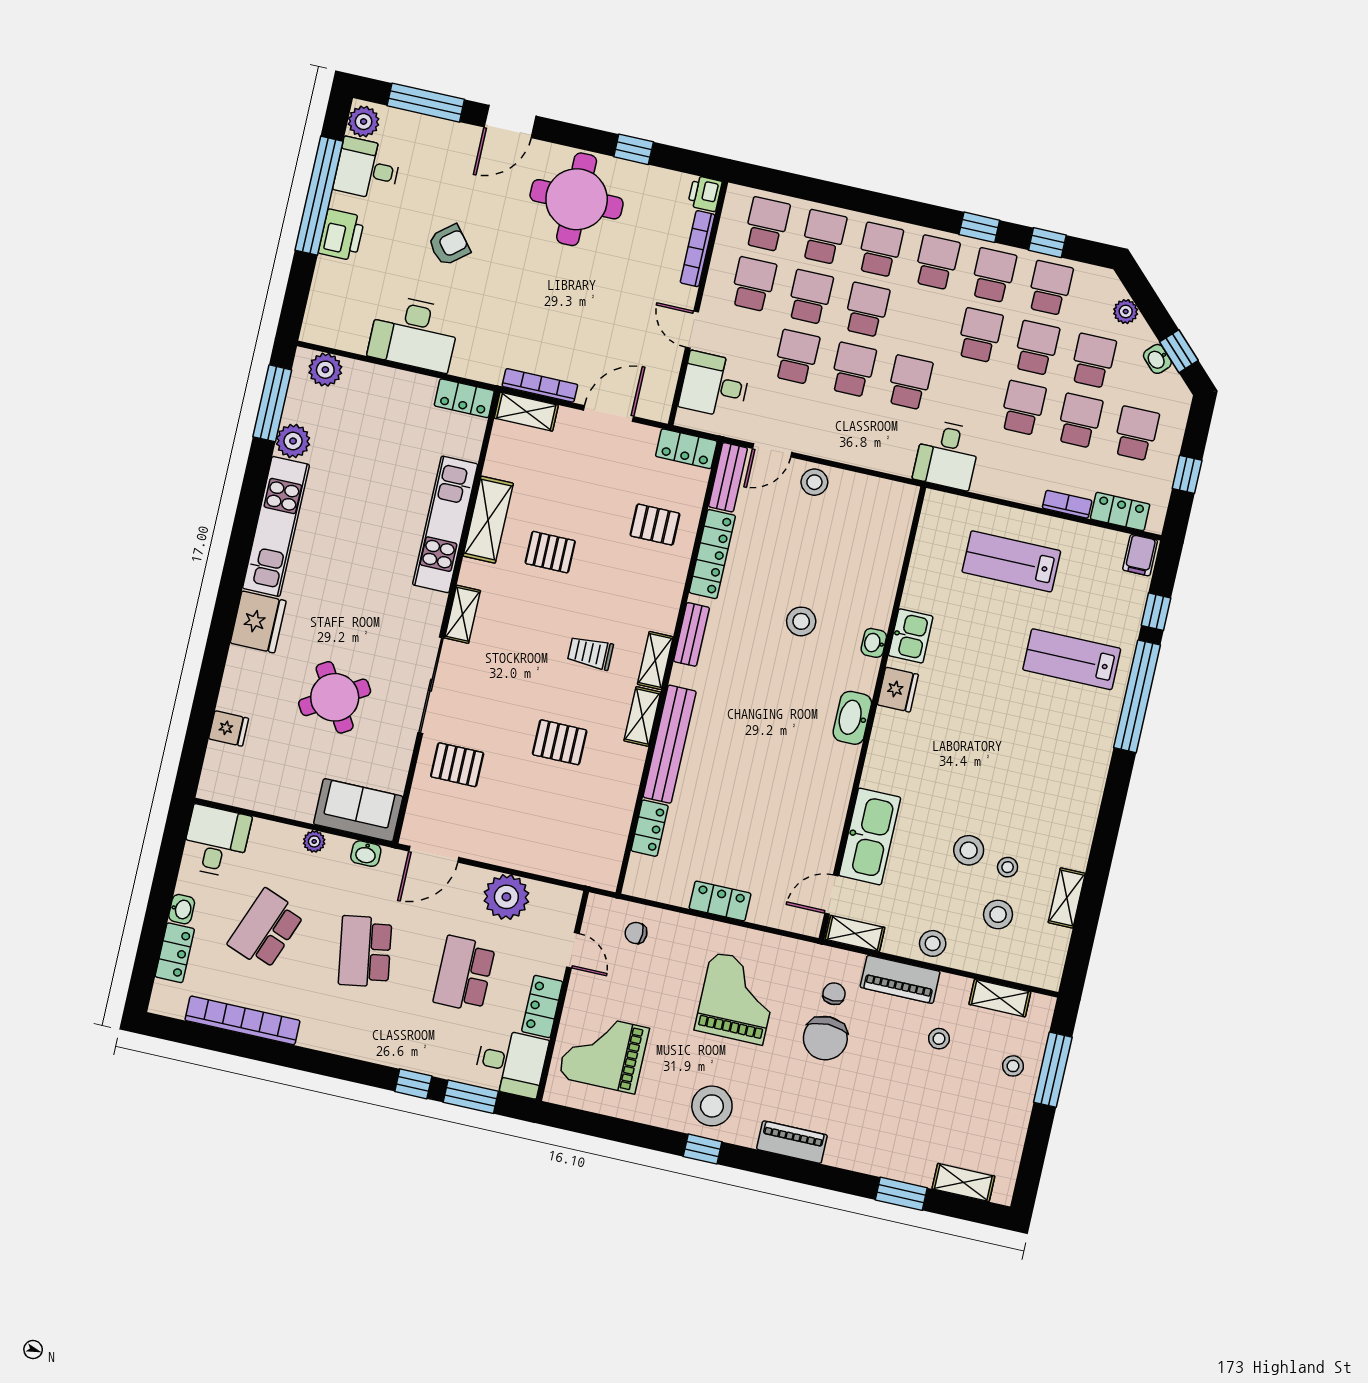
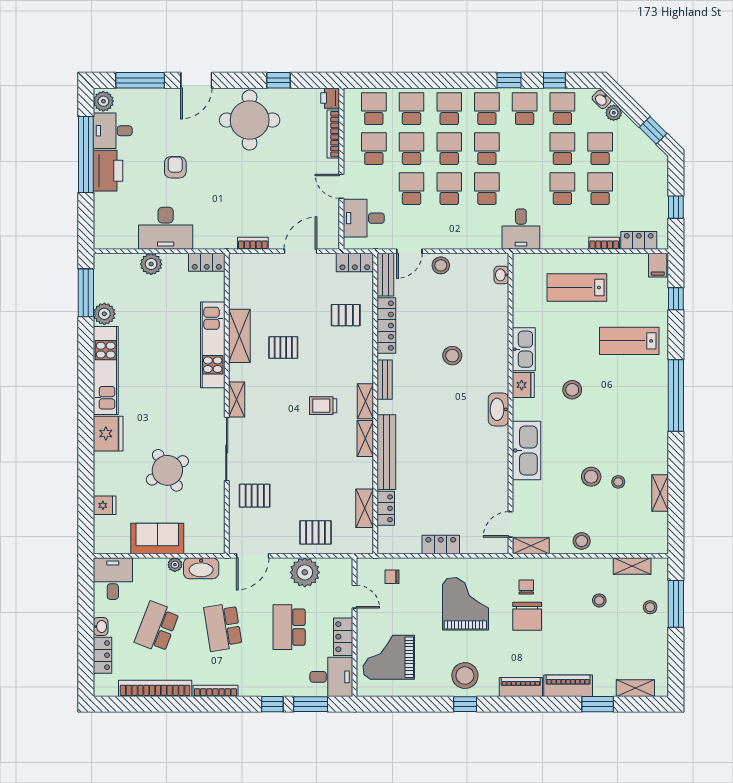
printer: (342, 235) -> (108, 171), width x1.37, depth x1.19
armchair: (449, 245) -> (175, 167), turned -51
school desk: (980, 335) -> (487, 149), moved
washbasin: (1157, 359) -> (602, 99), moved
plant: (325, 370) -> (151, 264), moved
bookcase: (540, 385) -> (253, 243), width x0.64
shelving: (526, 412) -> (365, 508), moved, turned 90
school desk: (1136, 433) -> (638, 189), removed
kitchen sink: (911, 636) -> (524, 349), width x1.38
washbasin: (874, 643) -> (501, 275), moved
window: (1137, 696) -> (676, 395), moved
pallet: (560, 742) -> (315, 532), moved
sofa: (358, 810) -> (157, 539), moved
kitchen sink: (870, 836) -> (526, 450), moved
washbasin: (366, 854) -> (201, 568), width x1.91, depth x1.45
stool: (998, 914) -> (572, 390), moved
piano: (900, 979) -> (568, 686), moved, turned 180
bookcase: (332, 1045) -> (215, 691), added

